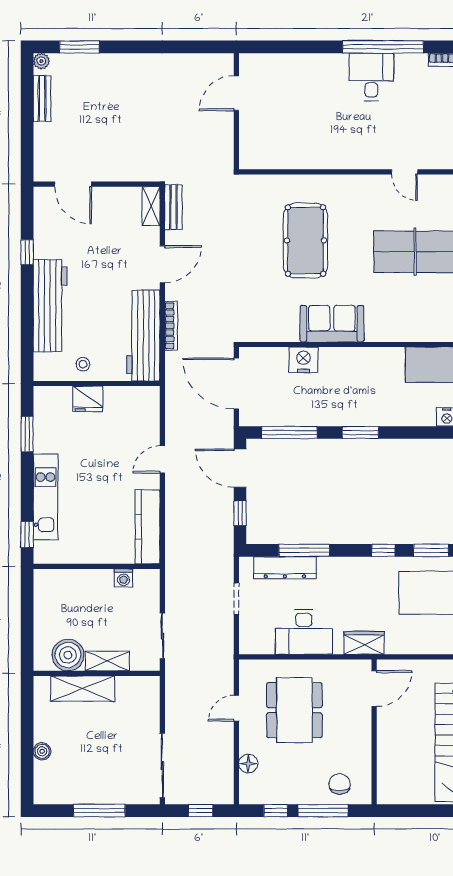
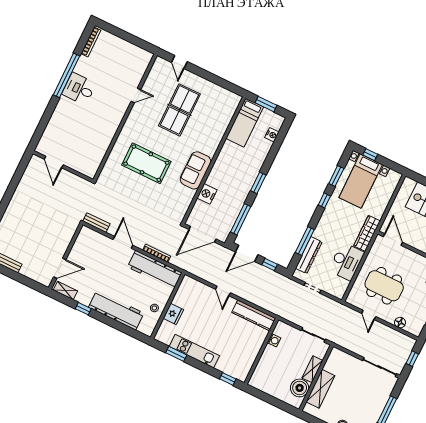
shelving: (151, 206) -> (65, 291), moved
kitchen unit: (45, 497) -> (194, 351), moved
wardrobe: (364, 643) -> (367, 233), width x1.50

